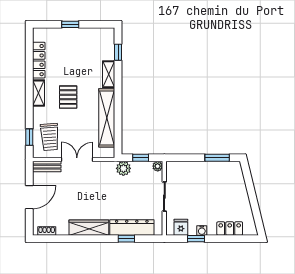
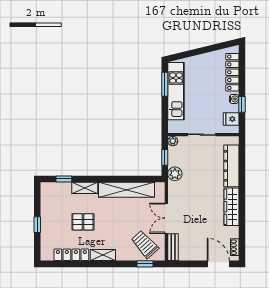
pallet: (68, 97) -> (83, 222), moved
trolley: (50, 137) -> (145, 244), turned -128
kitchen unit: (210, 170) -> (176, 91), added
door: (29, 197) -> (218, 264), moved
locker: (230, 229) -> (232, 72), width x1.53
window: (126, 239) -> (242, 171), removed

